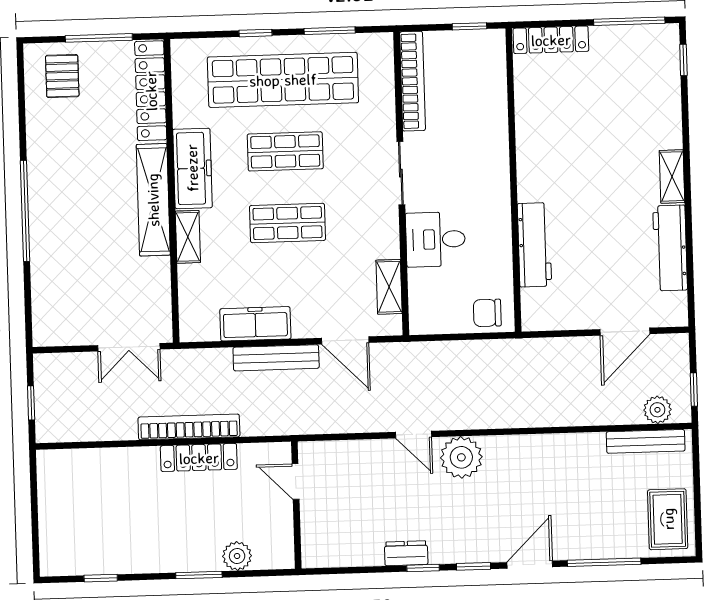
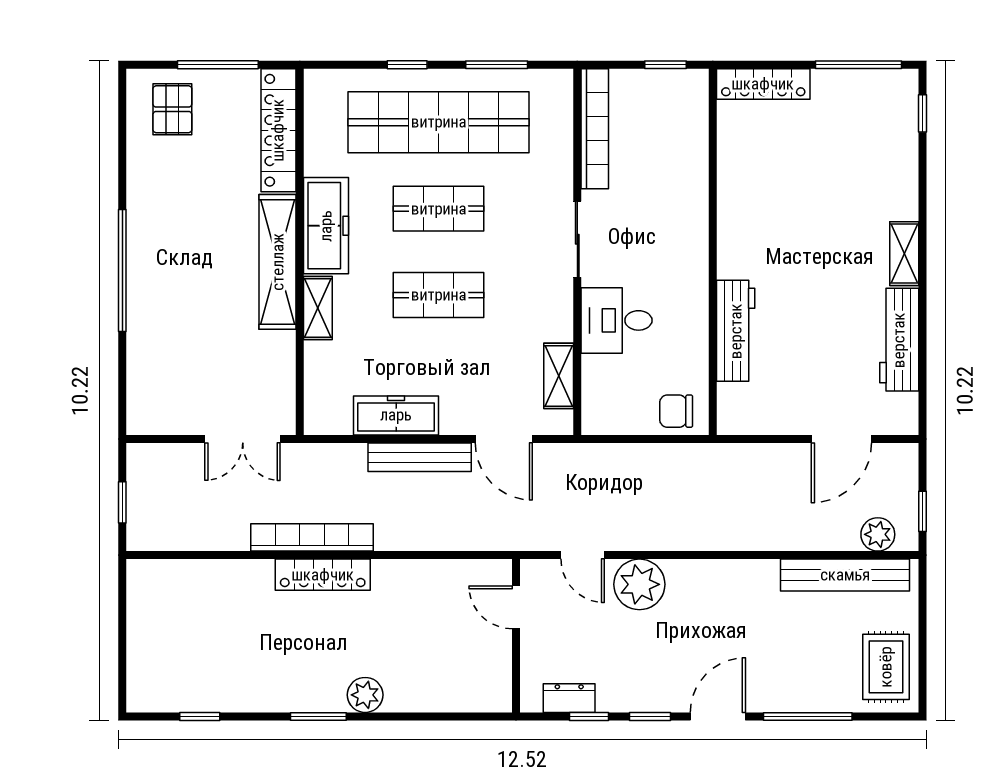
bench: (646, 441) -> (845, 575), width x1.37, depth x1.21
door: (296, 482) -> (516, 607), moved
wall: (296, 505) -> (516, 636), moved

